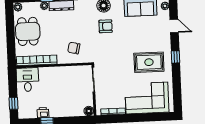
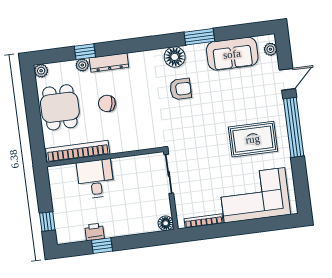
door: (174, 26) -> (287, 79), hinge flipped
chair: (74, 48) -> (107, 103), moved
window: (175, 57) -> (294, 127), width x3.17
desk: (28, 80) -> (95, 179), moved

